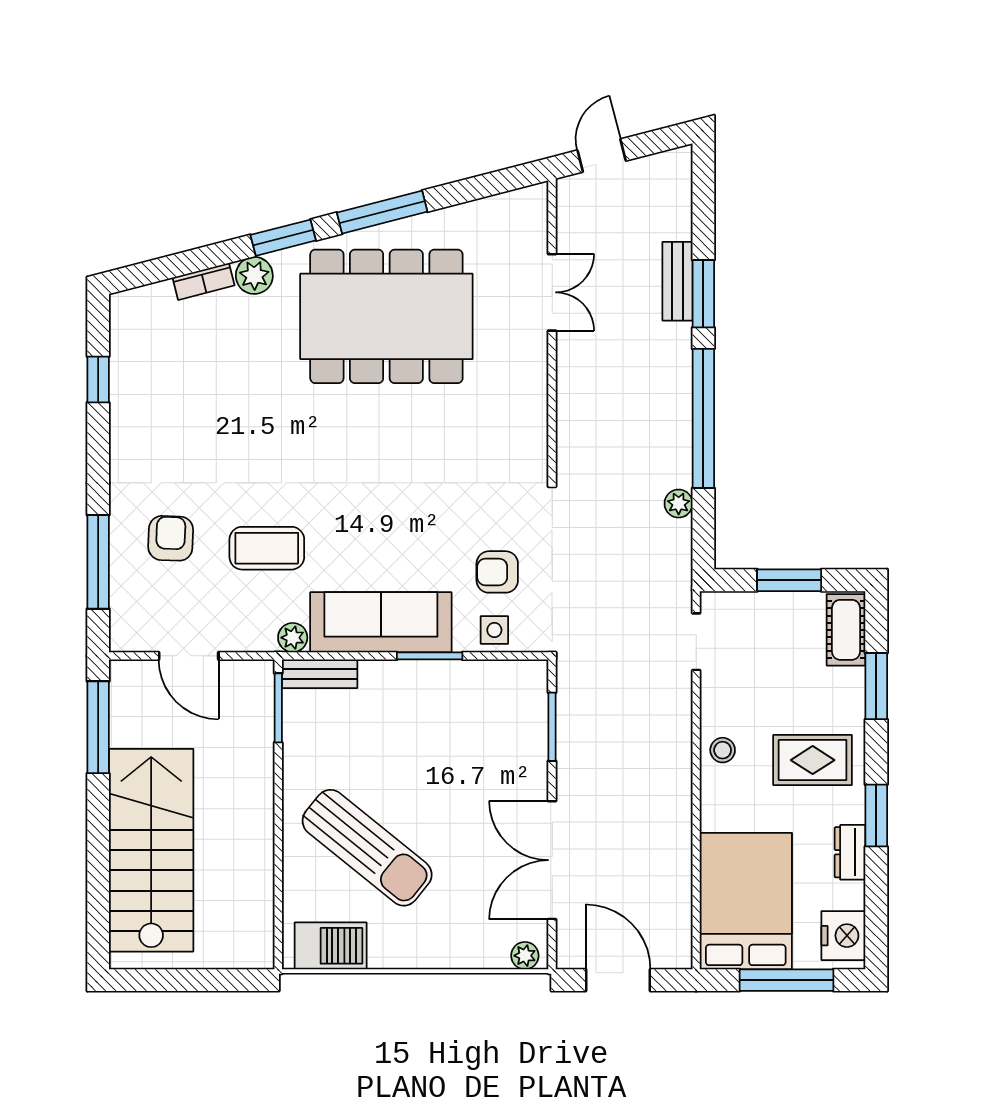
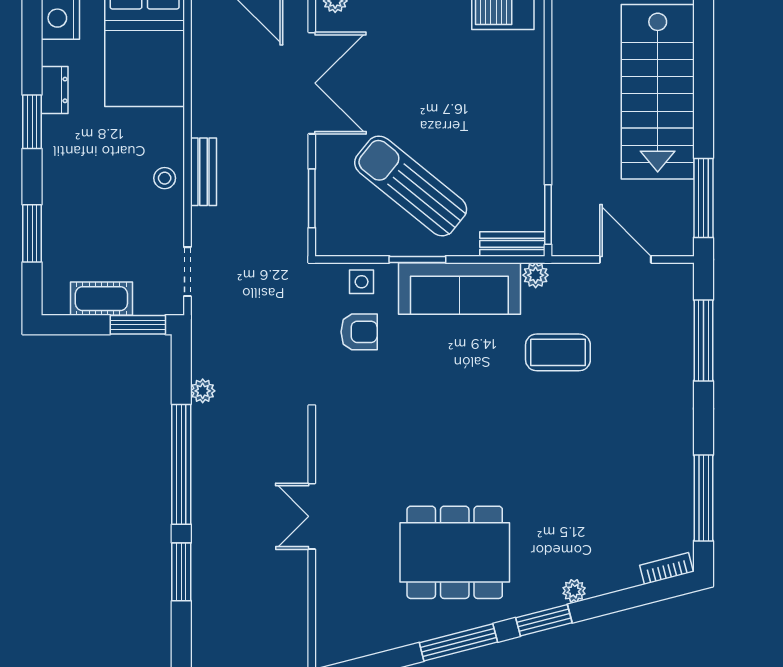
plant: (254, 275) -> (574, 591), width x0.73, depth x0.73
bookcase: (204, 281) -> (667, 569), moved
bench: (678, 281) -> (204, 172), moved
double door: (552, 292) -> (312, 516), moved
dining table: (386, 316) -> (455, 552), width x0.73, depth x0.80
window: (98, 379) -> (703, 498), width x2.17
armchair: (171, 538) -> (641, 361), removed
window: (789, 580) -> (138, 325), moved
cot: (846, 630) -> (101, 299), moved, turned 90
rug: (813, 760) -> (87, 170), removed
sun lounger: (367, 848) -> (411, 186), moved

